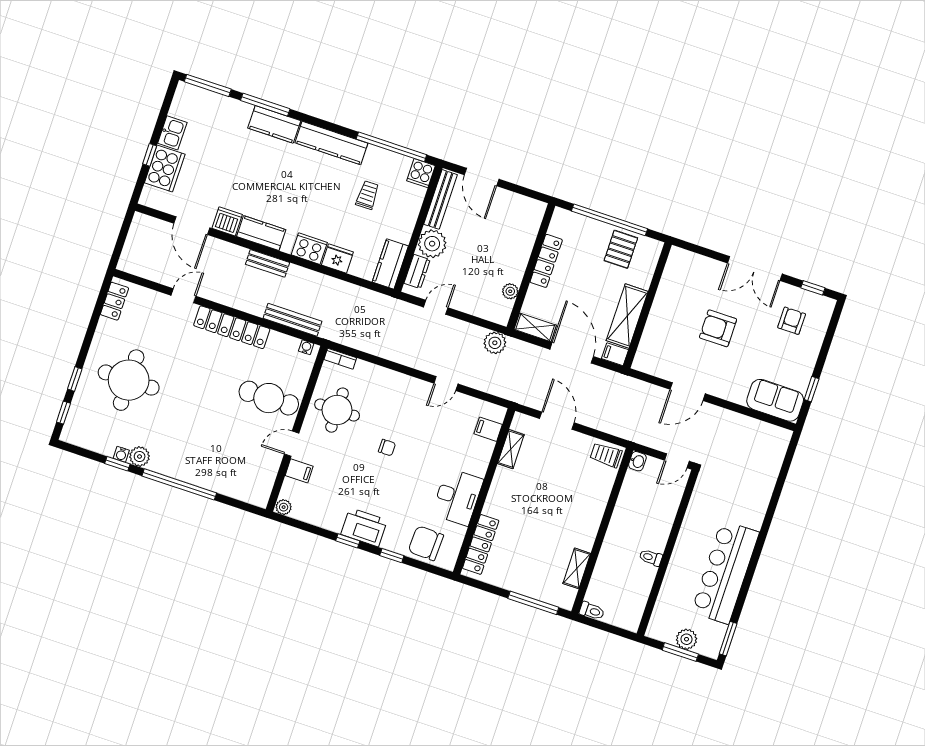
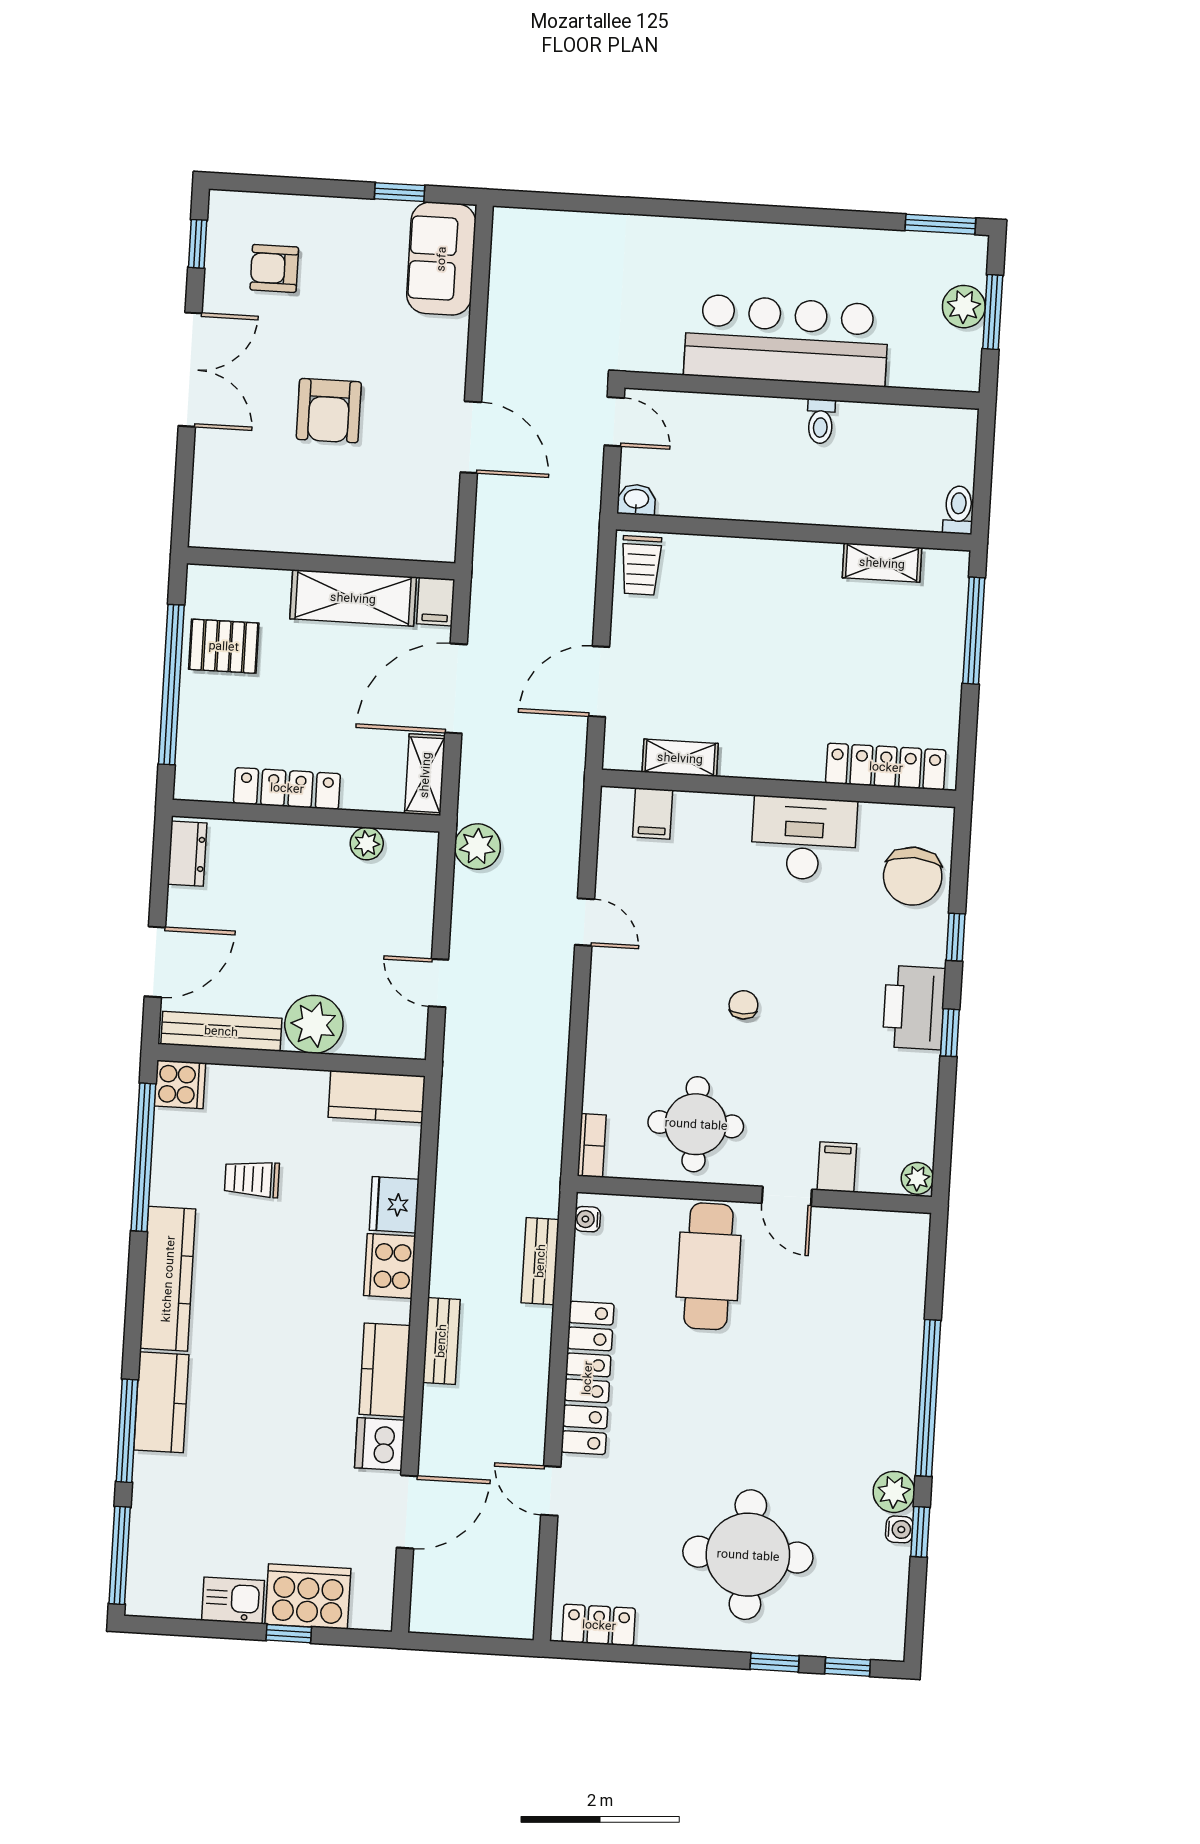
dresser: (417, 271) -> (187, 854), moved, turned 90
bench: (293, 320) -> (540, 1261), width x0.73
bar counter: (725, 572) -> (786, 340), moved, turned 180

